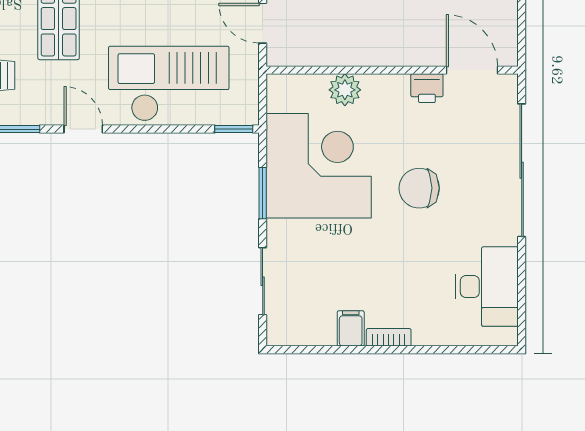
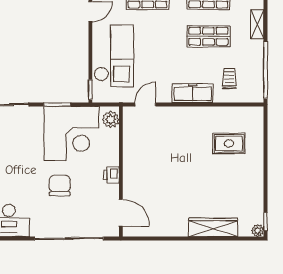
door: (472, 70) -> (121, 213), hinge flipped
printer: (427, 88) -> (111, 175), moved
plant: (345, 90) -> (111, 119), moved

